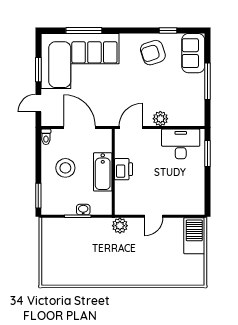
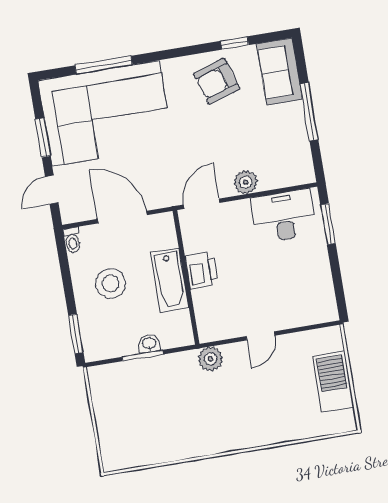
barbecue: (194, 236) -> (333, 382), moved

